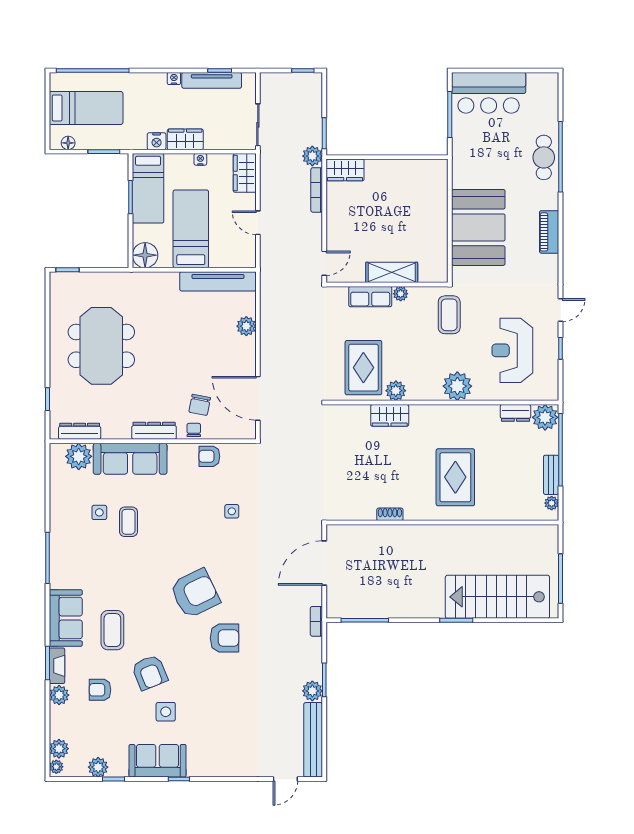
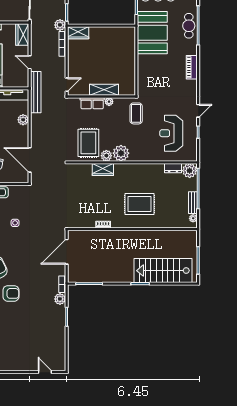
booth: (478, 227) -> (152, 33), moved
plant: (457, 386) -> (121, 153), moved
rug: (455, 477) -> (140, 204), turned 90
plant: (312, 691) -> (60, 299), moved
bench: (313, 740) -> (36, 92), moved
door: (285, 779) -> (45, 372), swing flipped

